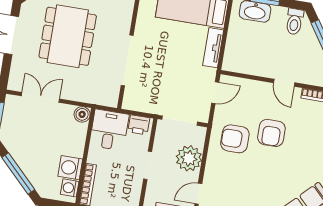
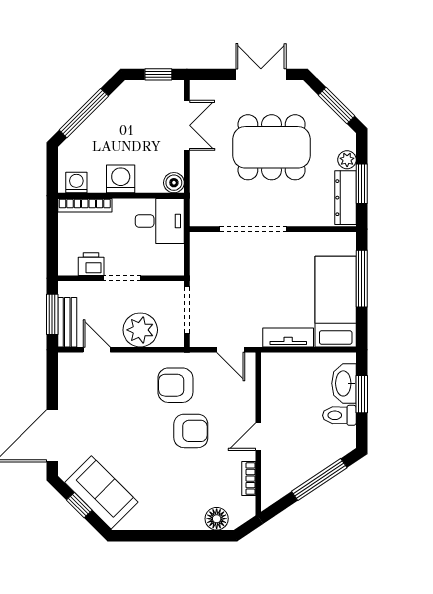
toilet: (294, 22) -> (339, 415), moved
printer: (139, 125) -> (91, 264), moved, turned 90
armchair: (271, 133) -> (191, 431), turned 180
armchair: (235, 139) -> (175, 385), turned -90
washing machine: (70, 168) -> (121, 179), moved

